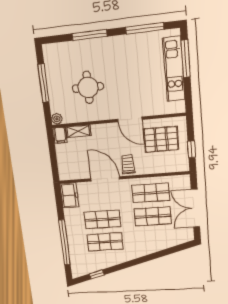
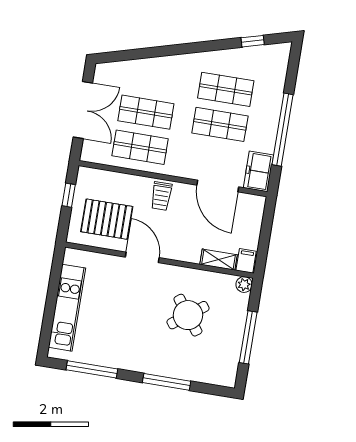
window: (186, 59) -> (49, 317), removed
round table: (88, 87) -> (188, 315), turned -37
door: (105, 179) -> (218, 186), moved
window: (64, 242) -> (283, 130), moved

